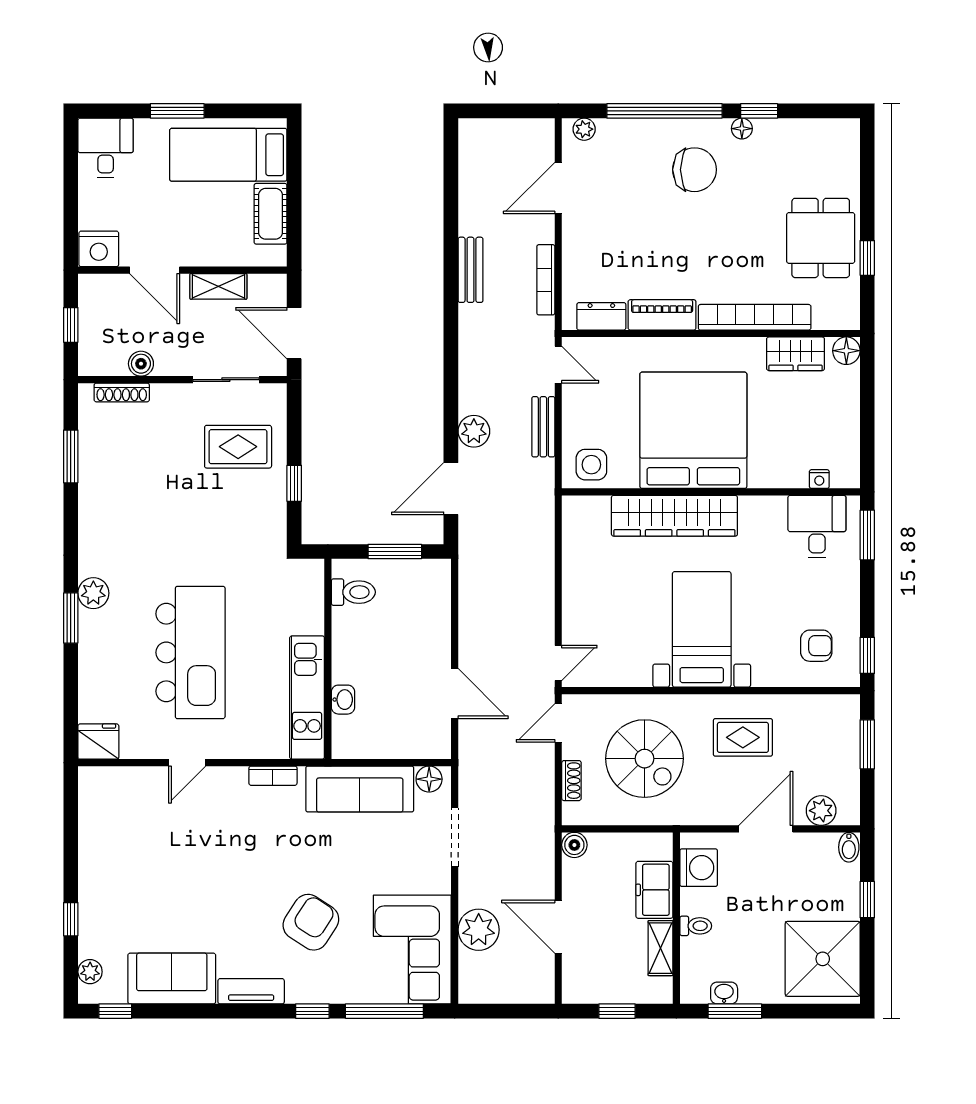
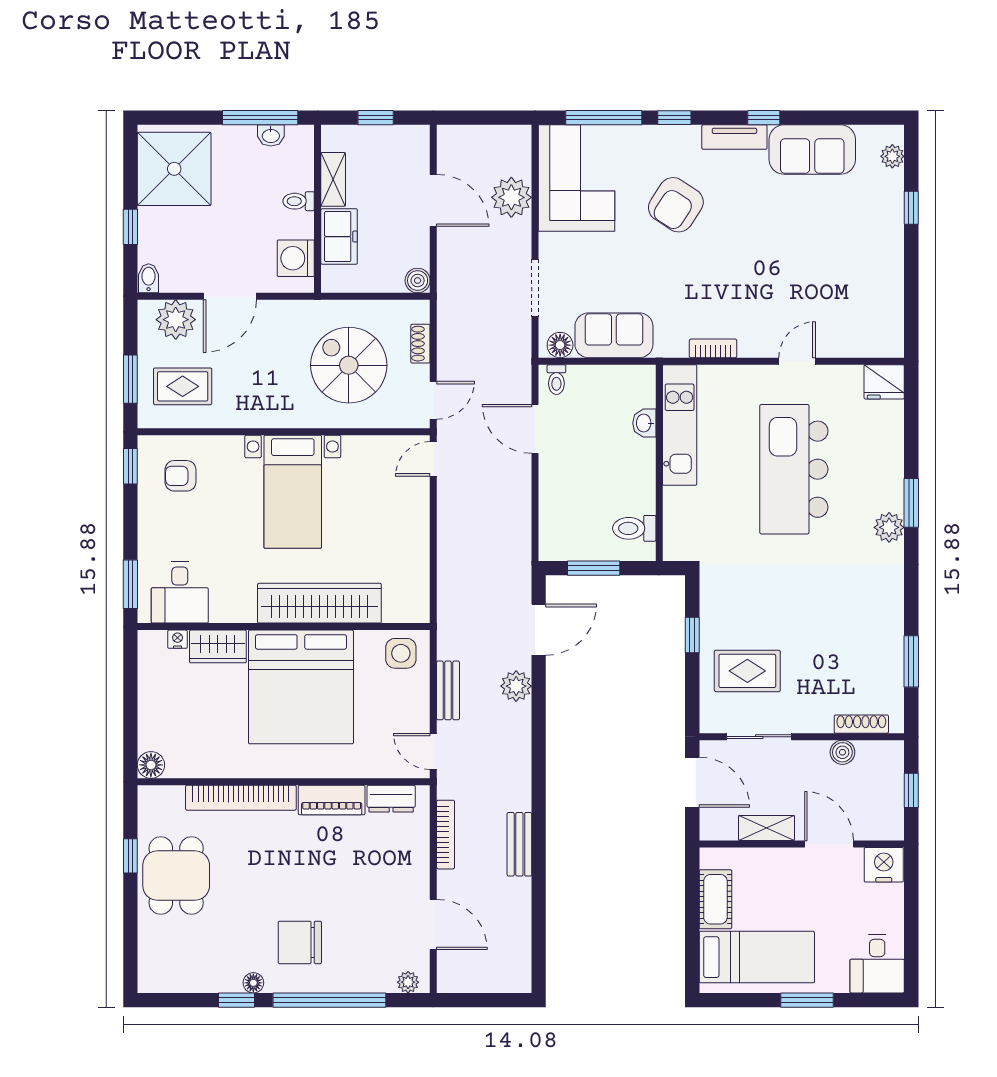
door: (558, 188) -> (433, 924), hinge flipped
wardrobe: (796, 354) -> (218, 646), moved, turned 180
rug: (743, 737) -> (183, 386), moved
toilet: (433, 744) -> (556, 380), added
sofa: (360, 789) -> (614, 335), width x0.73
plant: (821, 811) -> (176, 320), width x1.36, depth x1.36
window: (115, 1011) -> (764, 118), moved
window: (735, 1011) -> (260, 118), width x1.44

